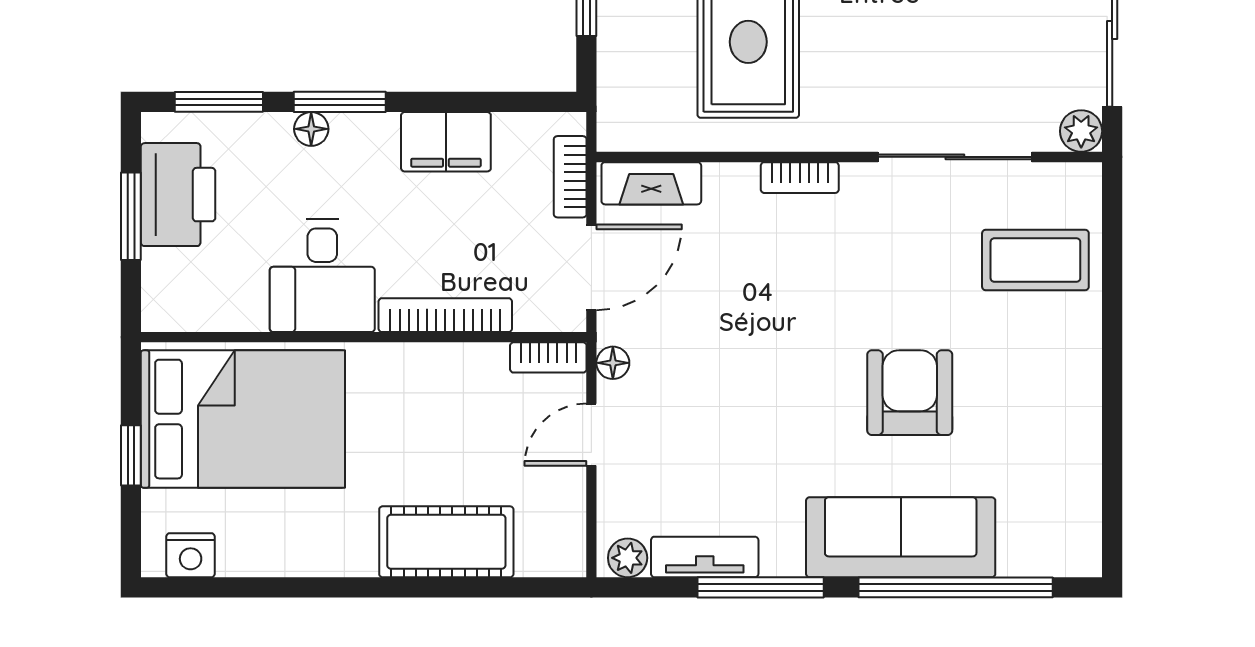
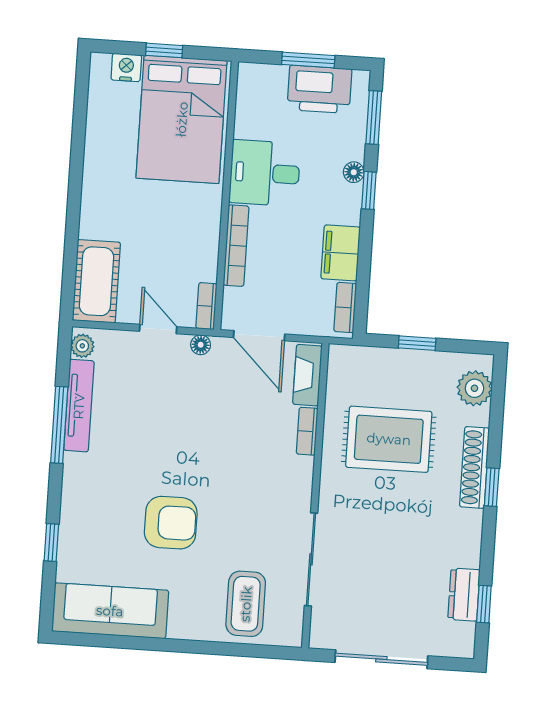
window: (340, 102) -> (369, 190), width x0.67
plant: (1081, 131) -> (322, 636), removed
bookcase: (570, 177) -> (345, 308), moved, turned -90
bookcase: (800, 178) -> (307, 431), moved
sofa: (901, 537) -> (110, 611), moved, turned -90
cot: (446, 542) -> (96, 281), moved
nightstand: (191, 555) -> (126, 67), moved, turned 90
tv unit: (705, 557) -> (79, 406), width x1.41
window: (956, 587) -> (51, 543), width x0.32

